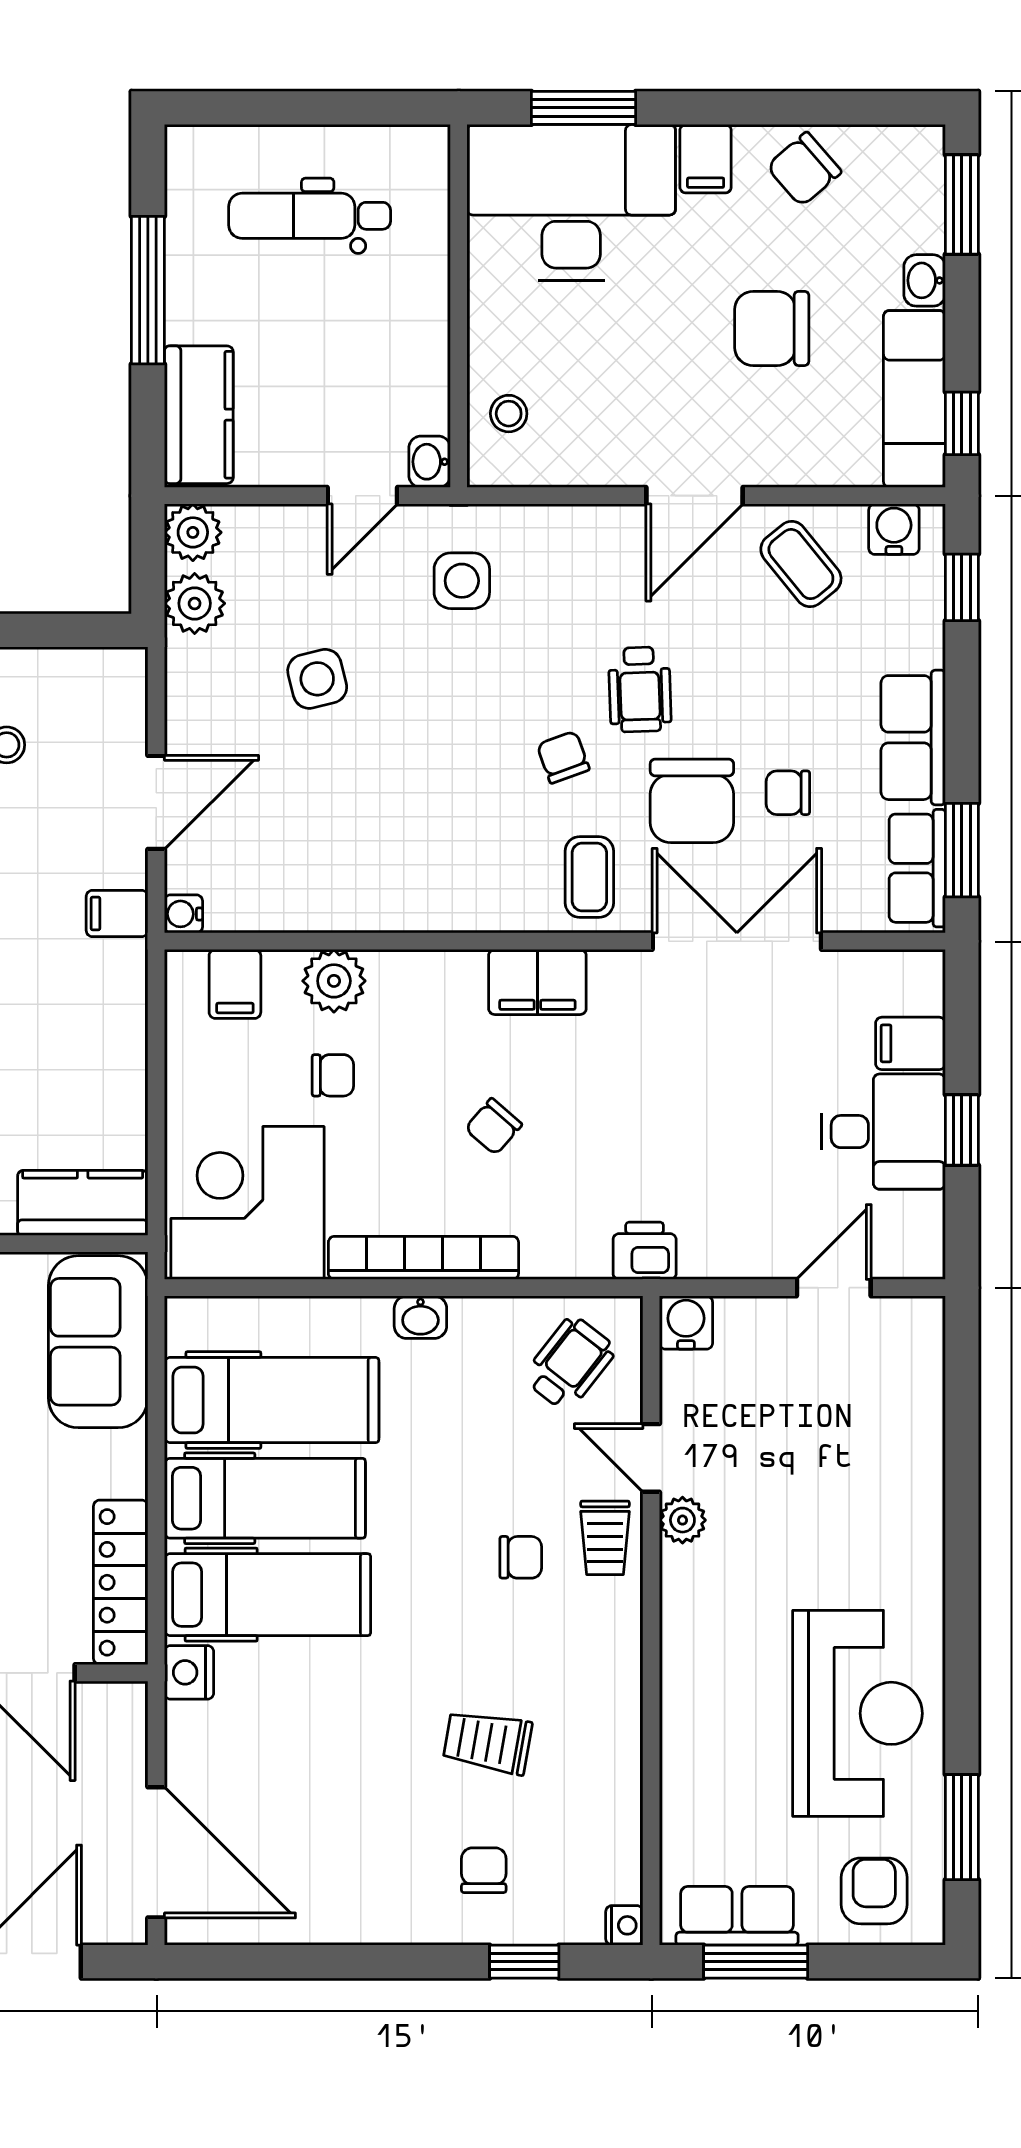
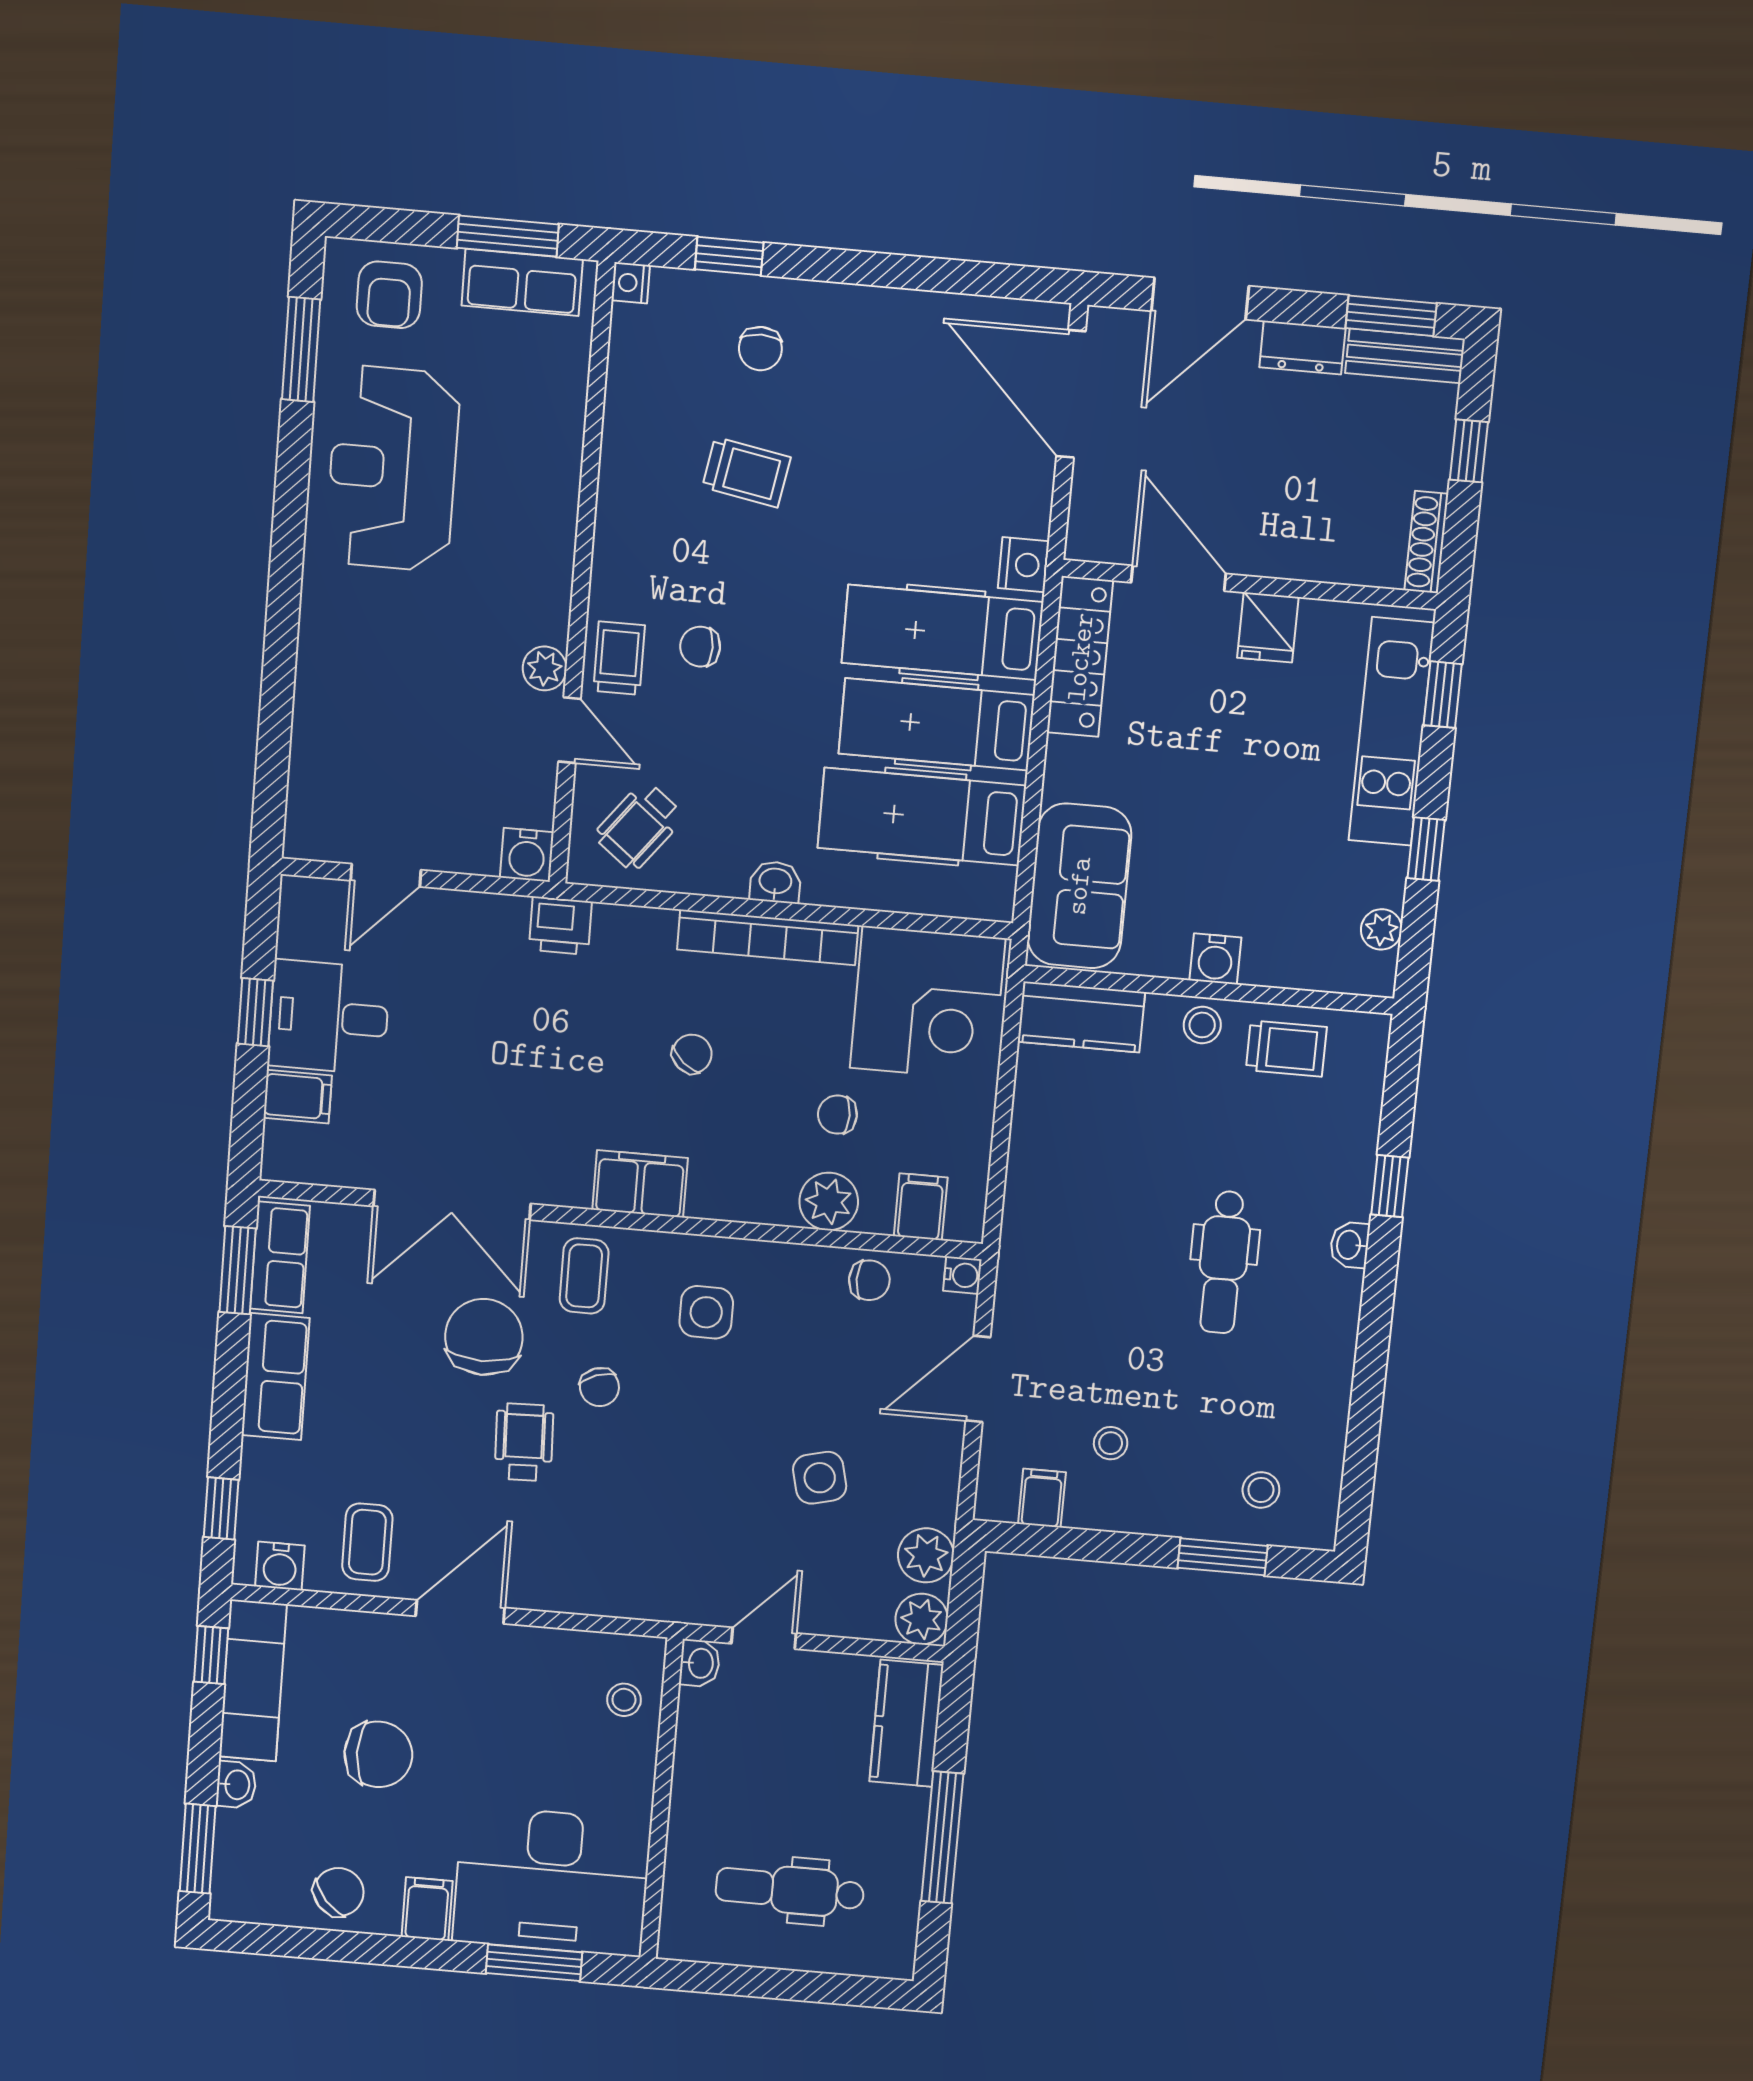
dental chair: (310, 216) -> (790, 1890), turned 180
coffee table: (801, 564) -> (367, 1542), turned 39
side table: (462, 581) -> (706, 1312), moved
chair: (788, 793) -> (869, 1280), moved
filing cabinet: (117, 913) -> (1042, 1498), moved, turned -90

